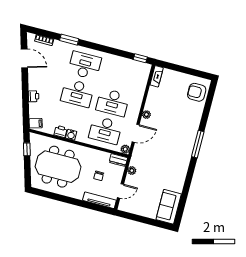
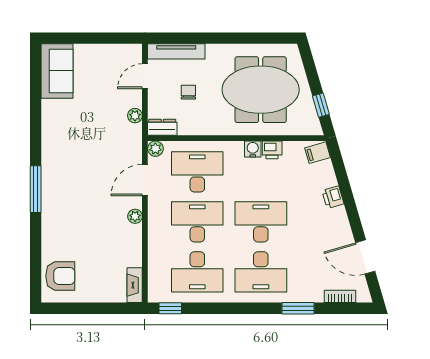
desk: (120, 75) -> (197, 272), added

